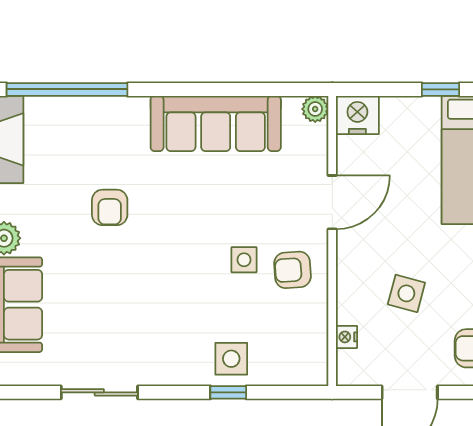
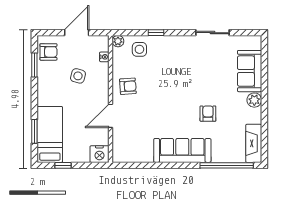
plant: (315, 109) -> (118, 41), moved
sofa: (216, 123) -> (182, 150), moved
side table: (244, 260) -> (149, 91), removed
side table: (231, 359) -> (139, 49), moved

